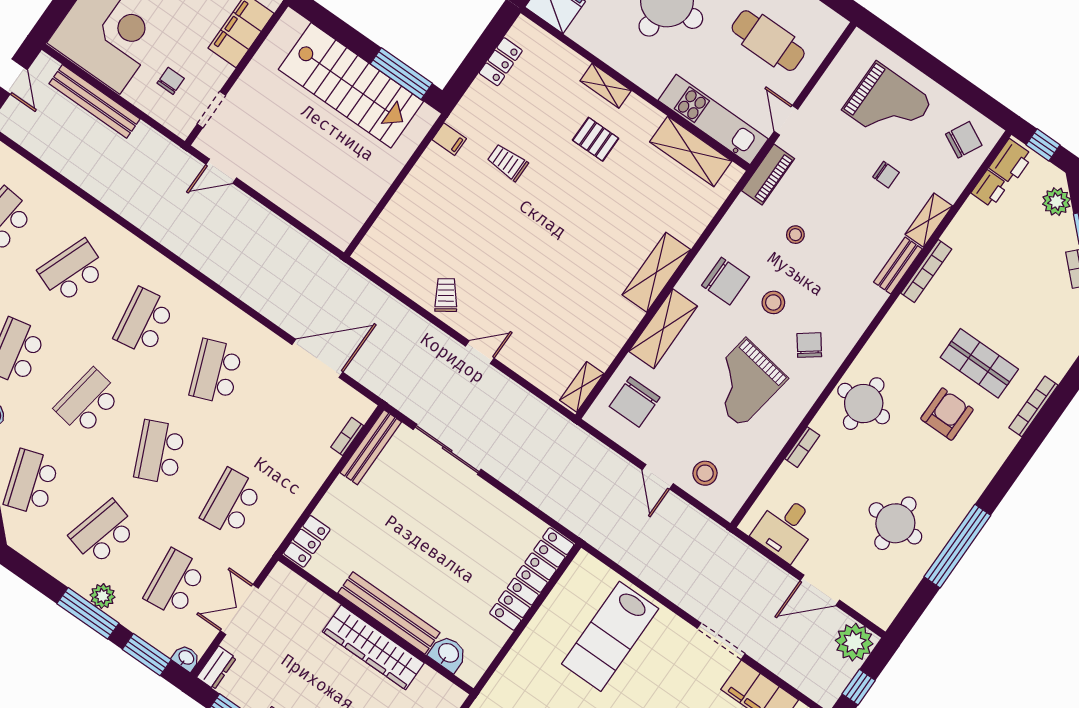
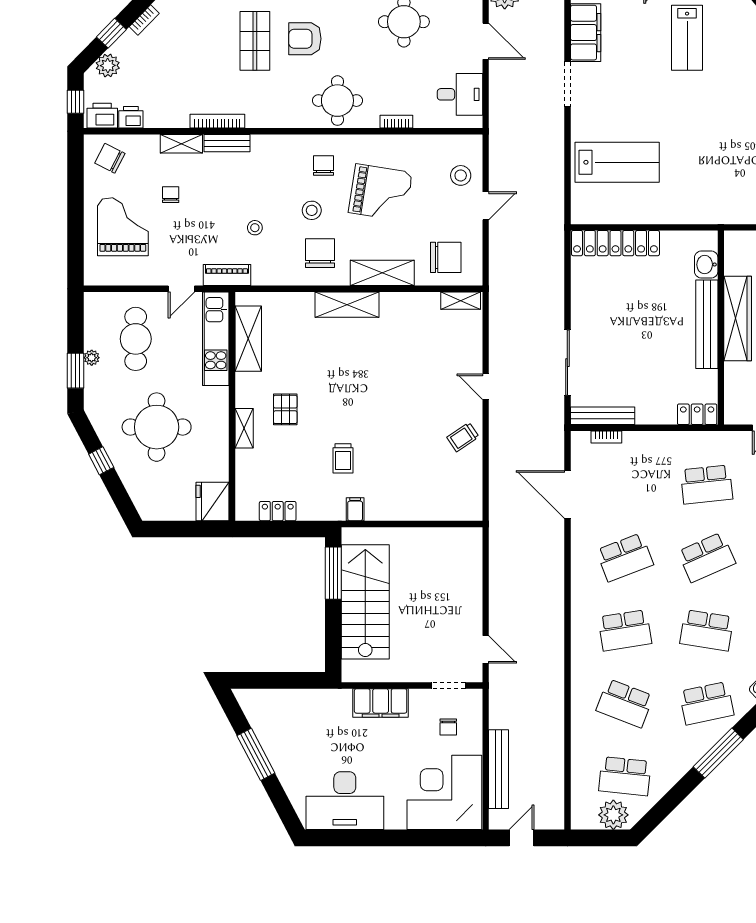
chair: (171, 81) -> (448, 727), turned -90
chair: (809, 345) -> (324, 166), turned 127

